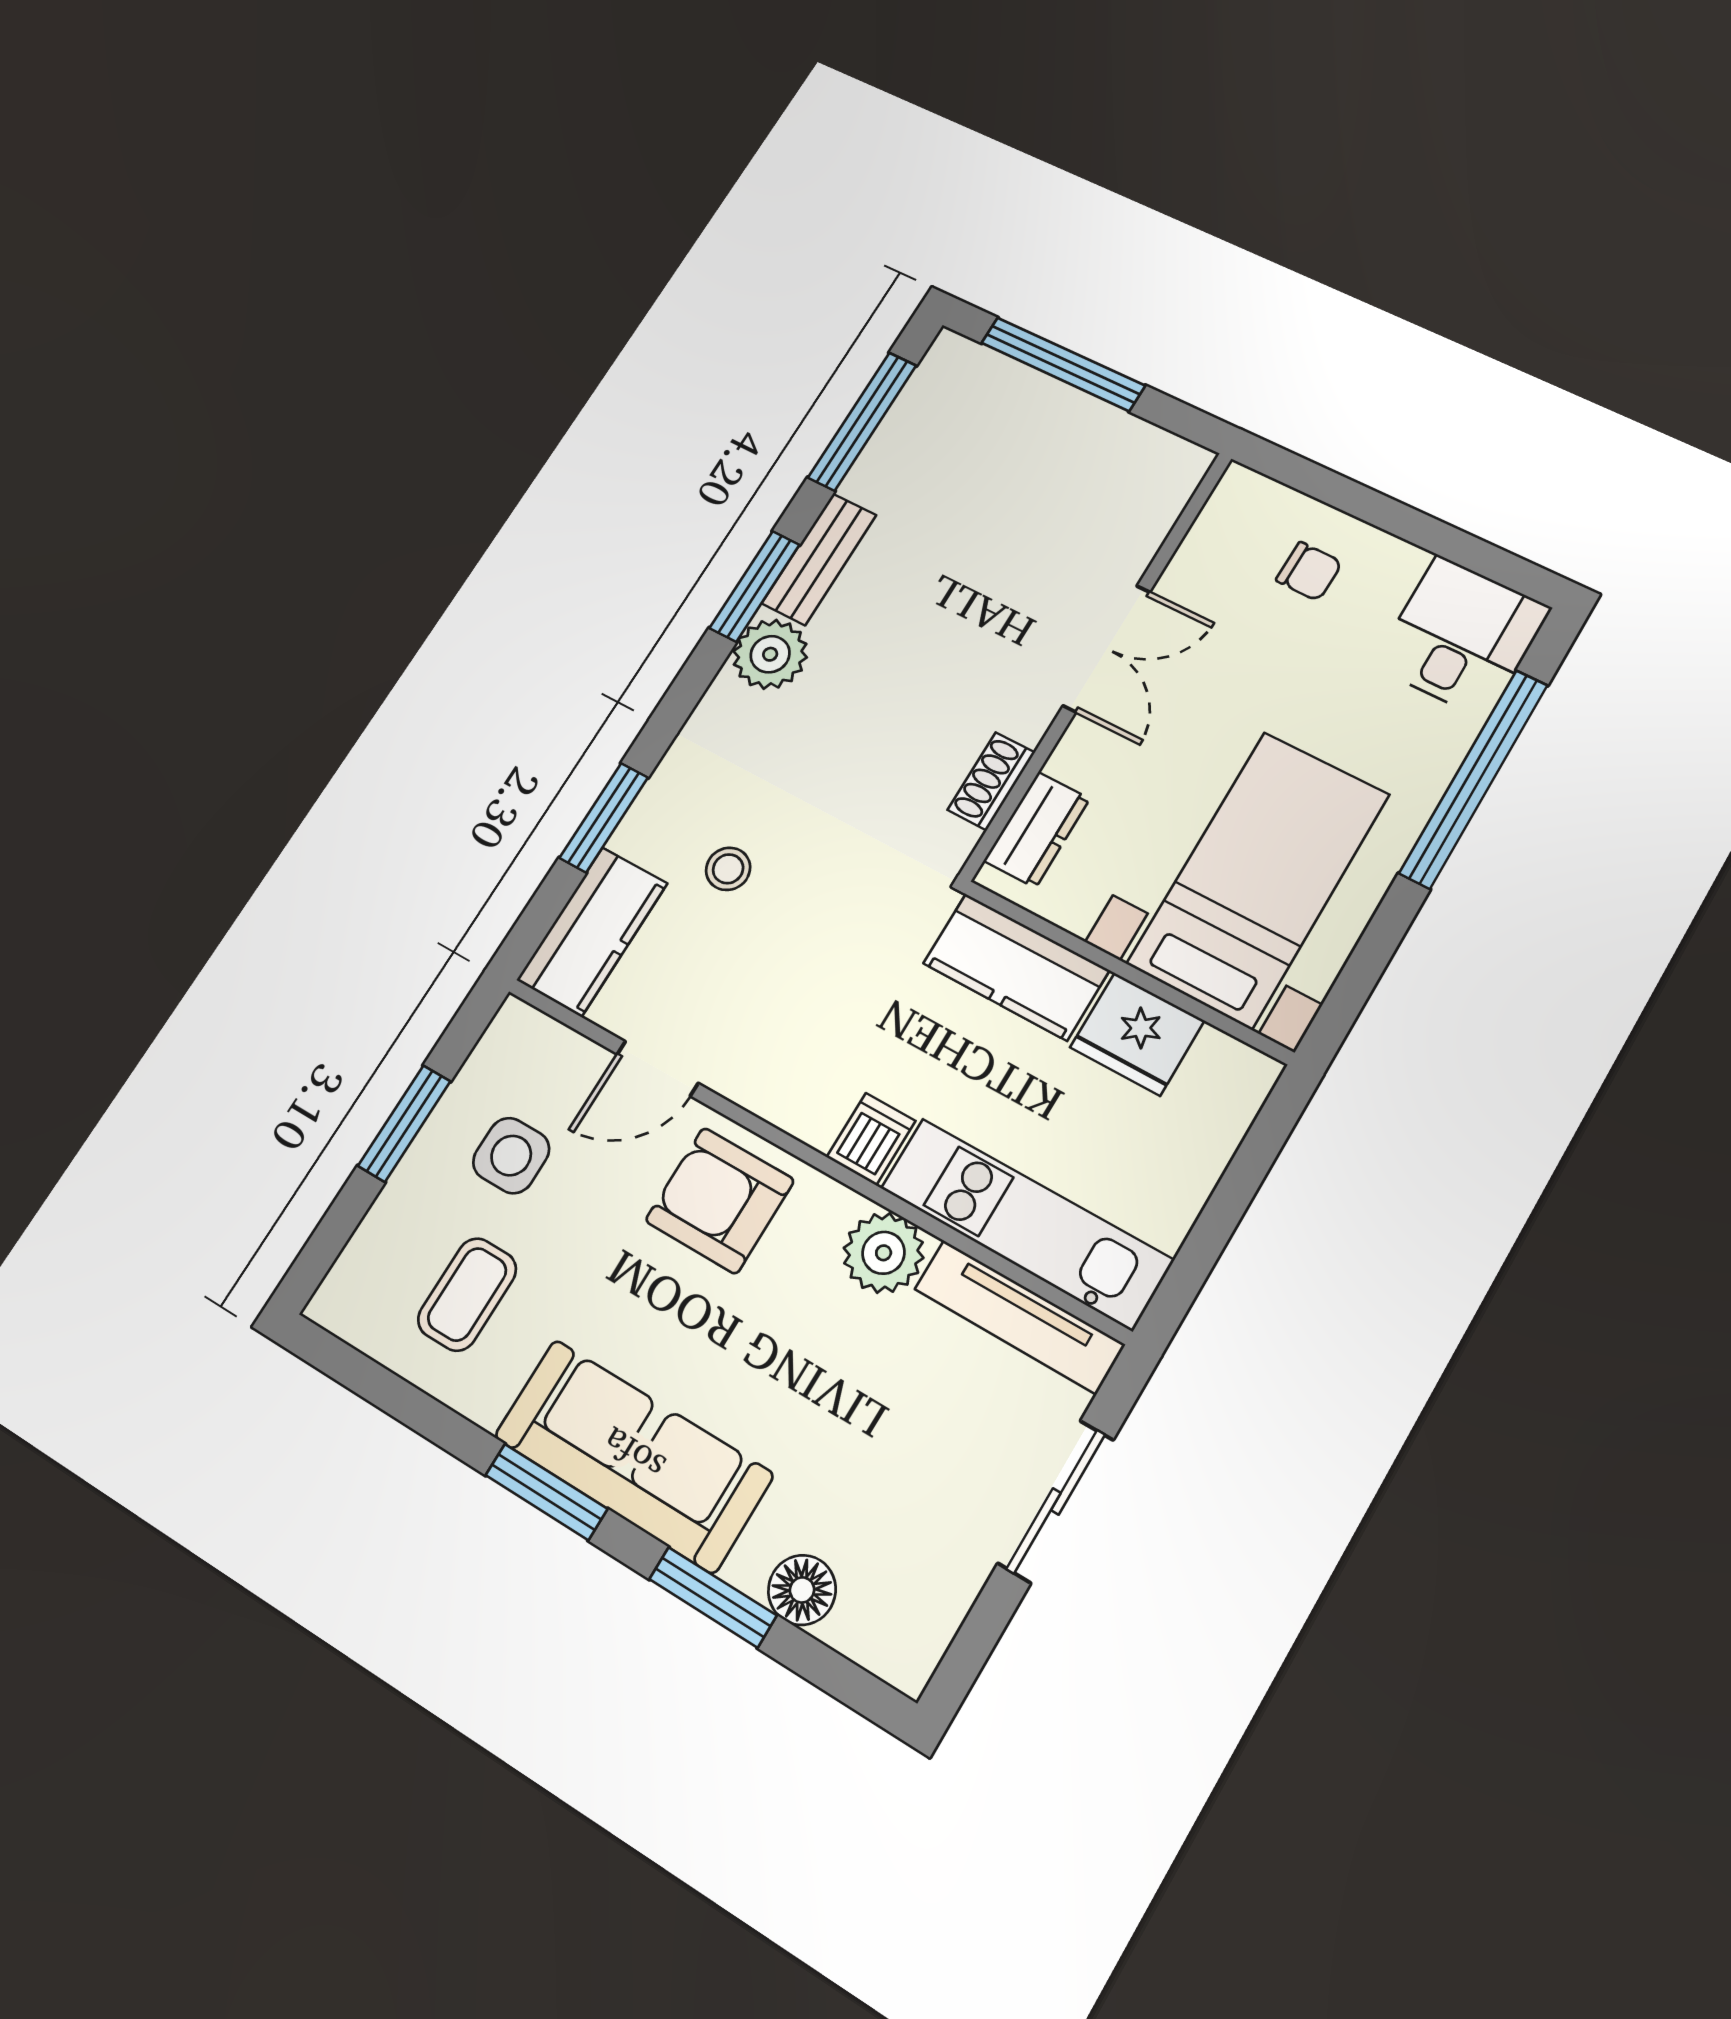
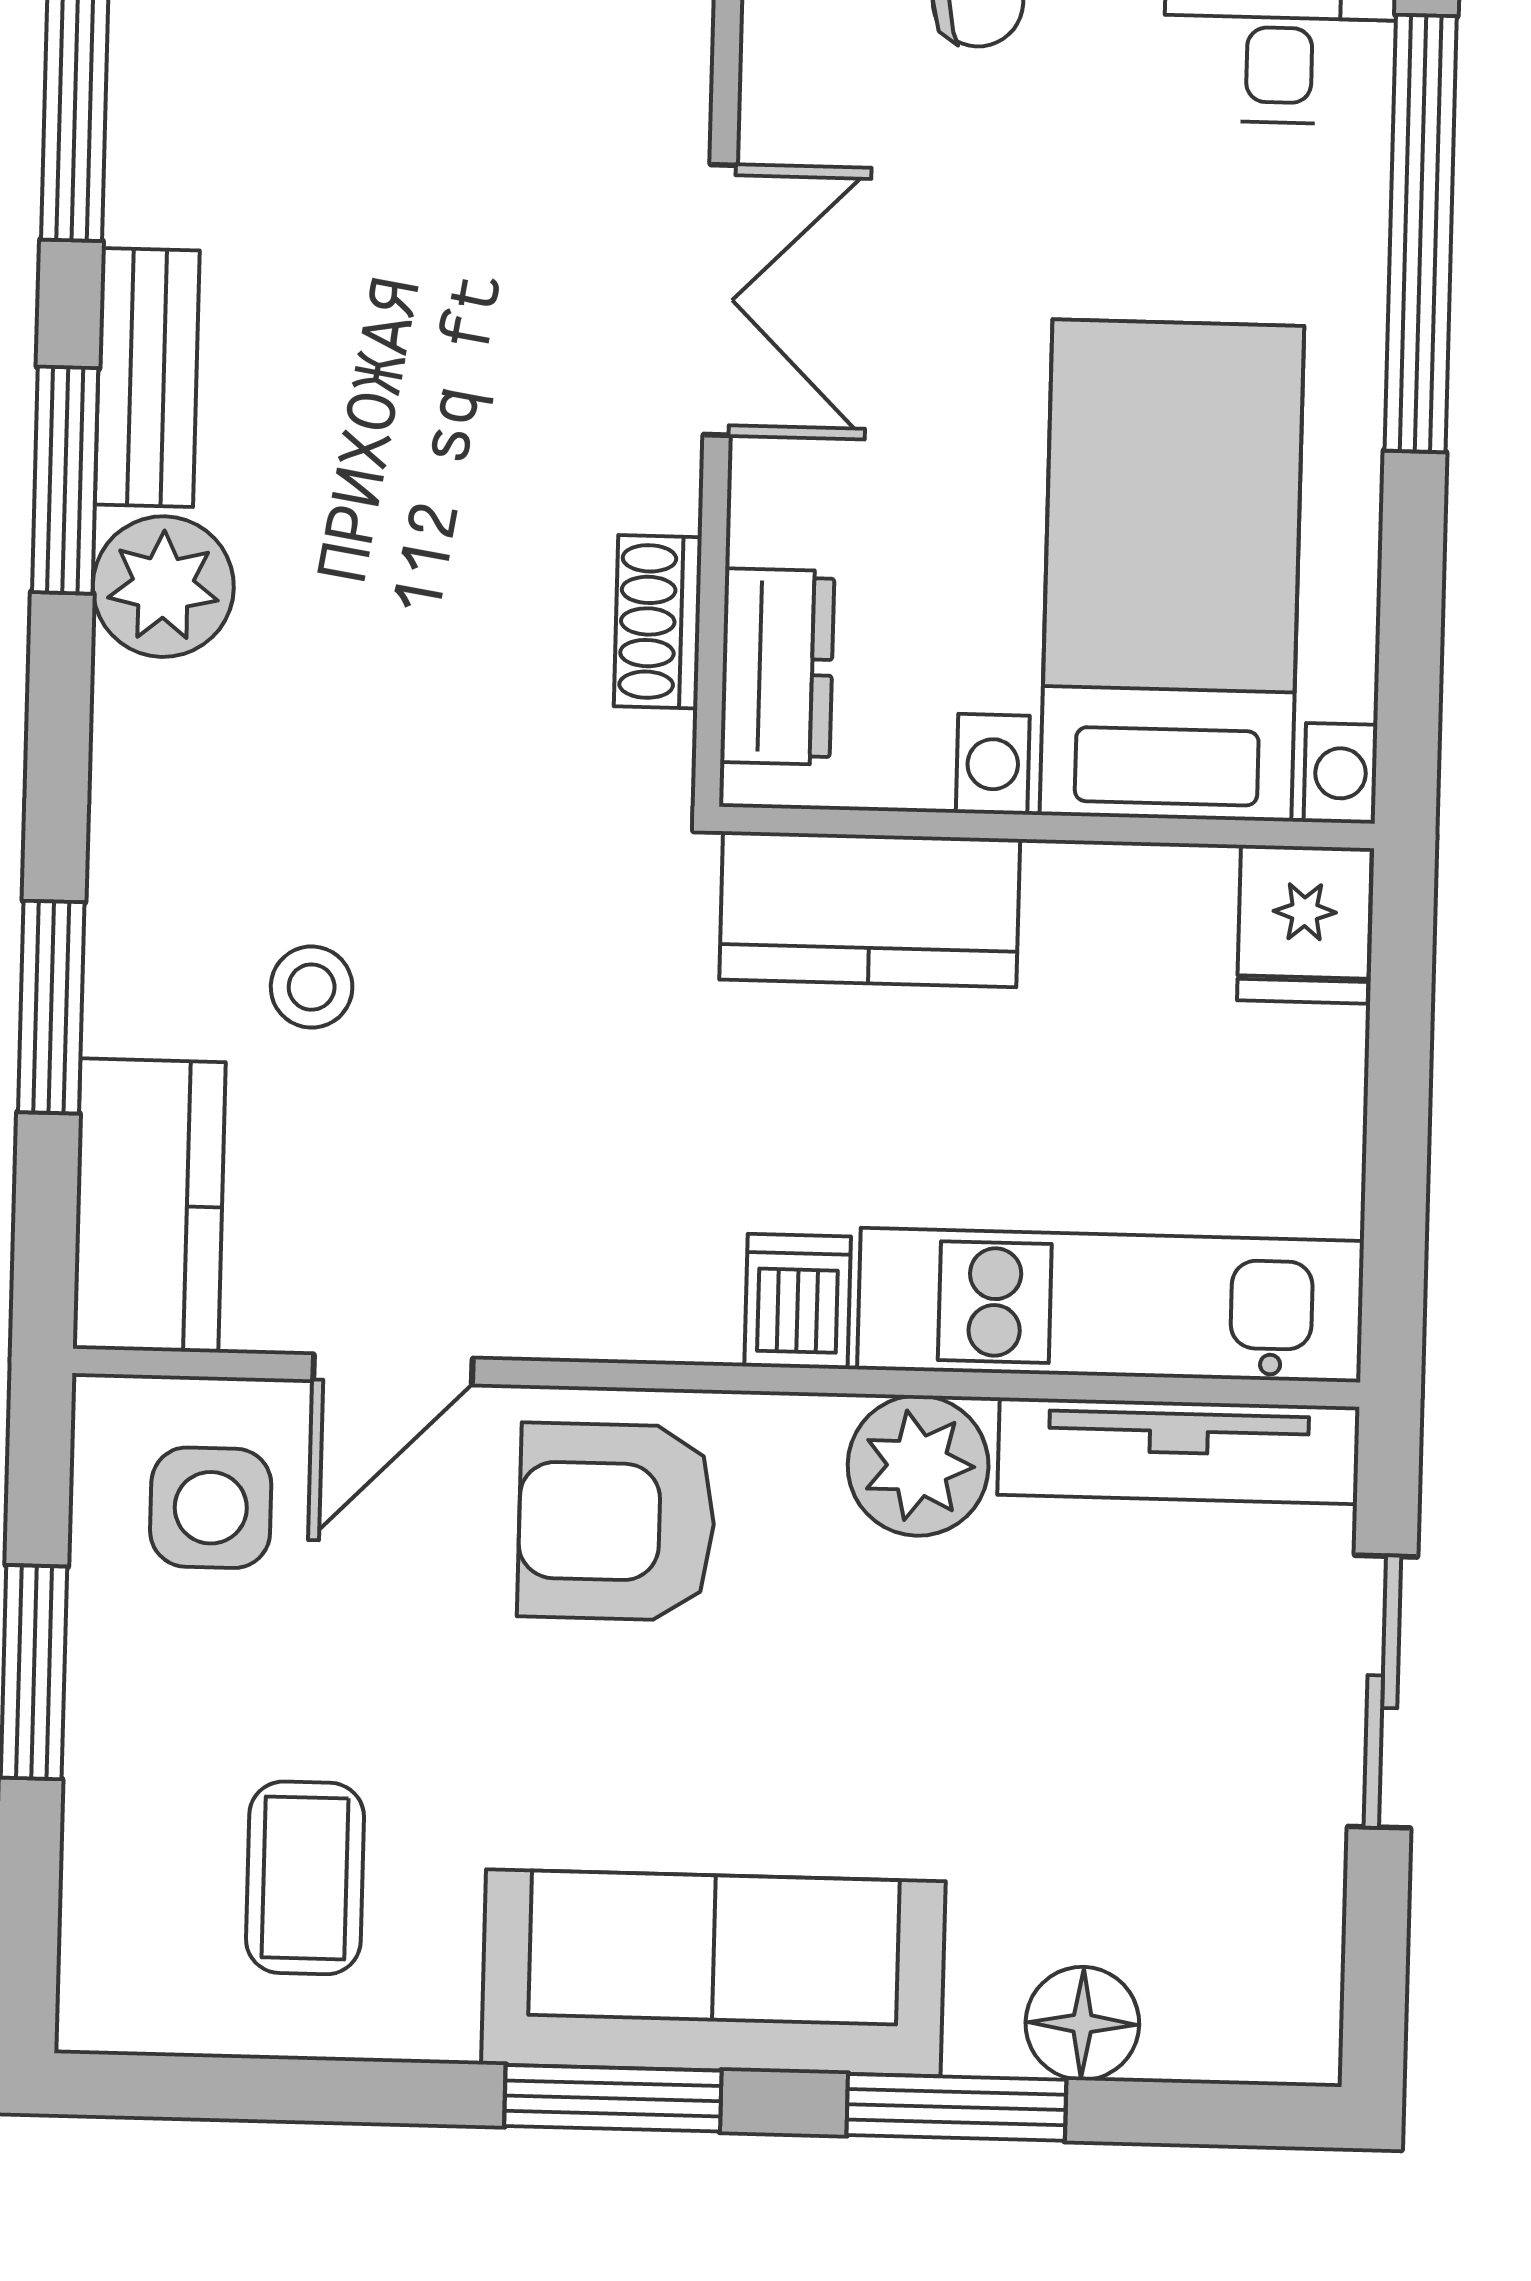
fridge: (1137, 1034) -> (1304, 924), moved, width x0.72
side table: (511, 1156) -> (211, 1508), moved

